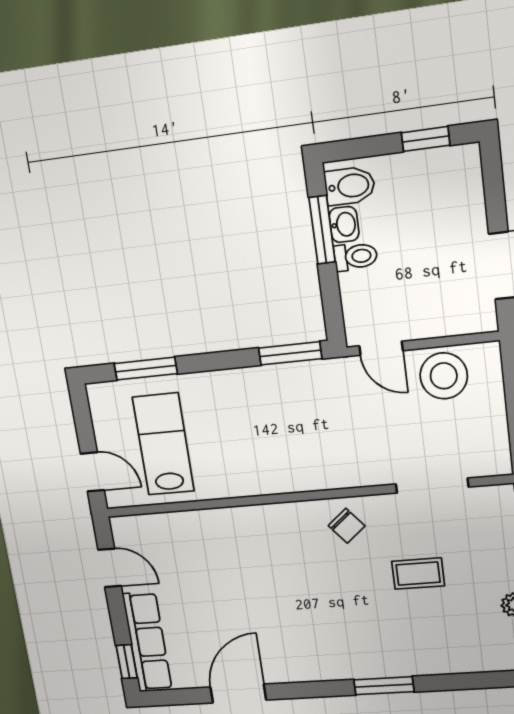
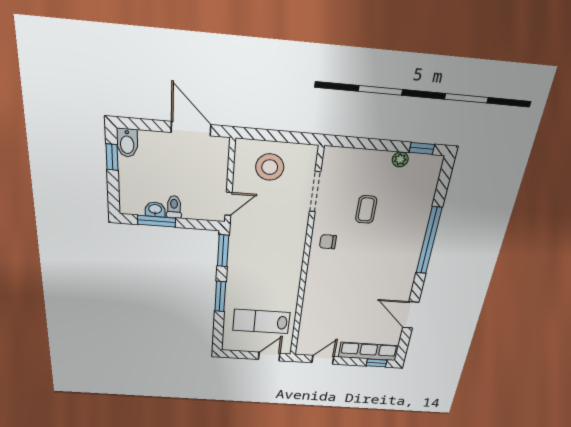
bidet: (350, 186) -> (127, 143), moved, turned 180
window: (146, 369) -> (220, 296), moved
stool: (444, 376) -> (270, 167), moved
chair: (347, 526) -> (328, 242), turned -140
window: (384, 686) -> (429, 241), width x2.11

